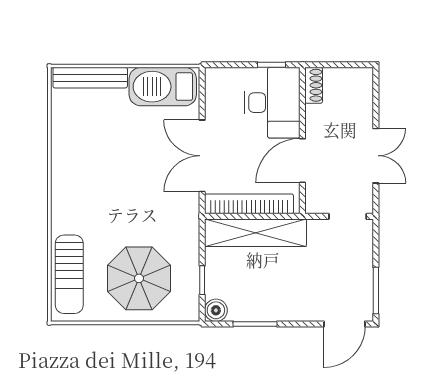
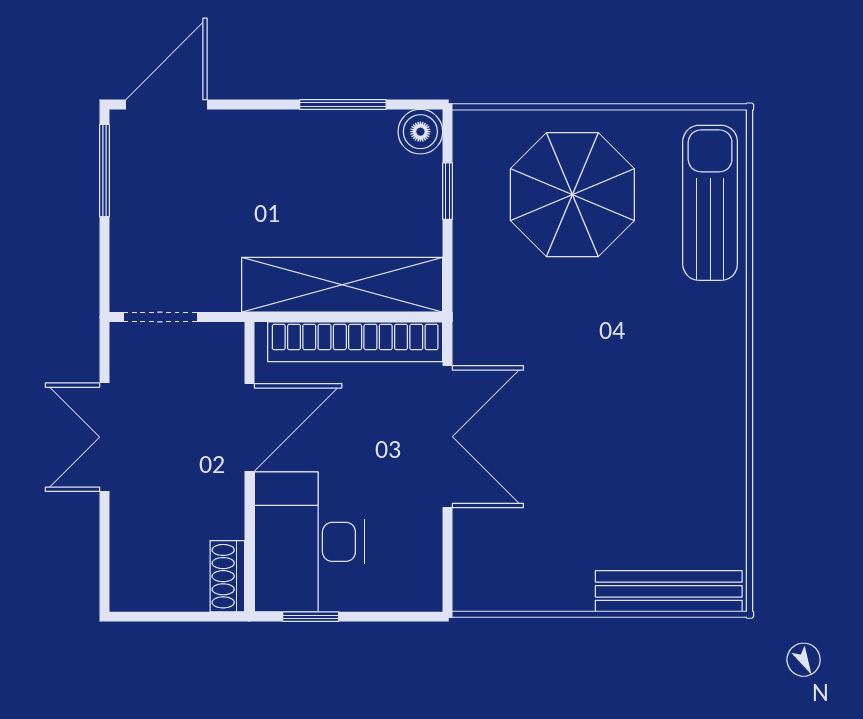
barbecue: (163, 87) -> (525, 574), removed

